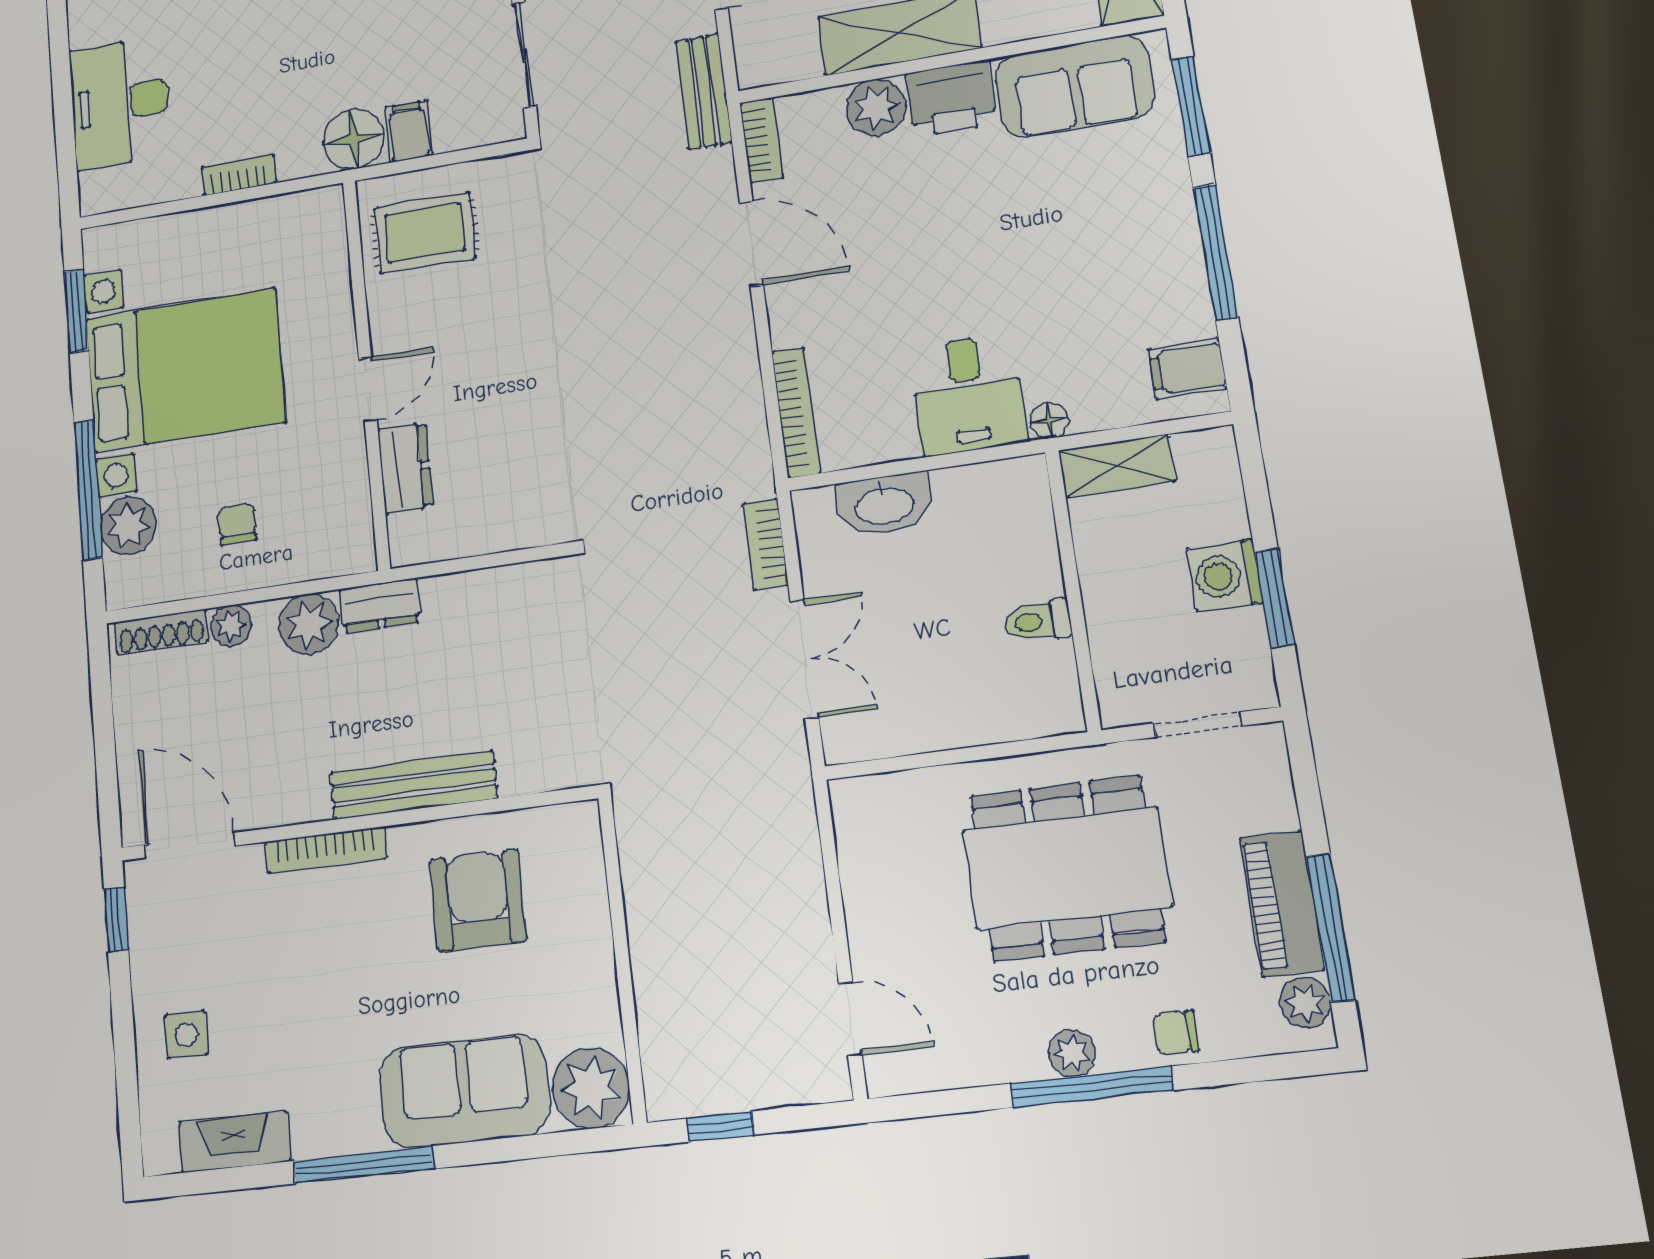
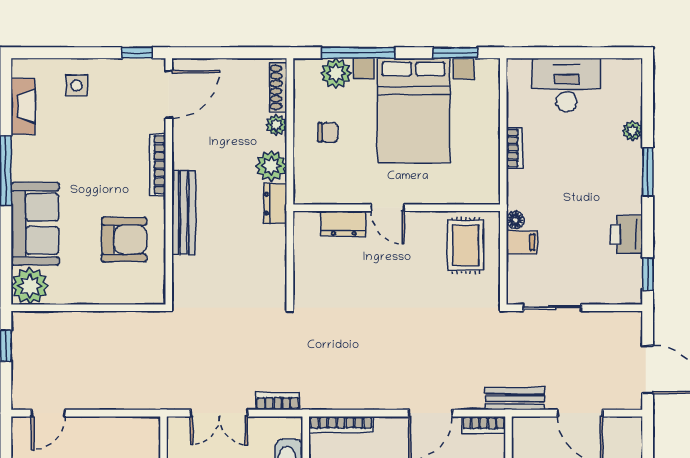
floor lamp: (354, 139) -> (515, 220), width x0.53, depth x0.53

